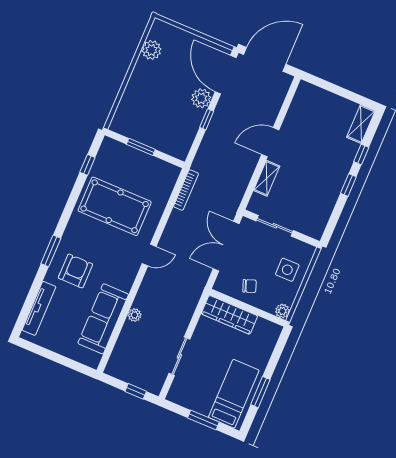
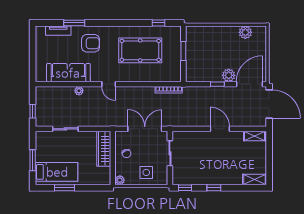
window: (361, 154) -> (185, 188), moved
shelving: (267, 178) -> (255, 136), moved
pool table: (115, 206) -> (140, 50), turned 90
window: (51, 251) -> (74, 23), moved
door: (149, 255) -> (109, 84), moved
tv unit: (39, 308) -> (58, 31), width x0.71

